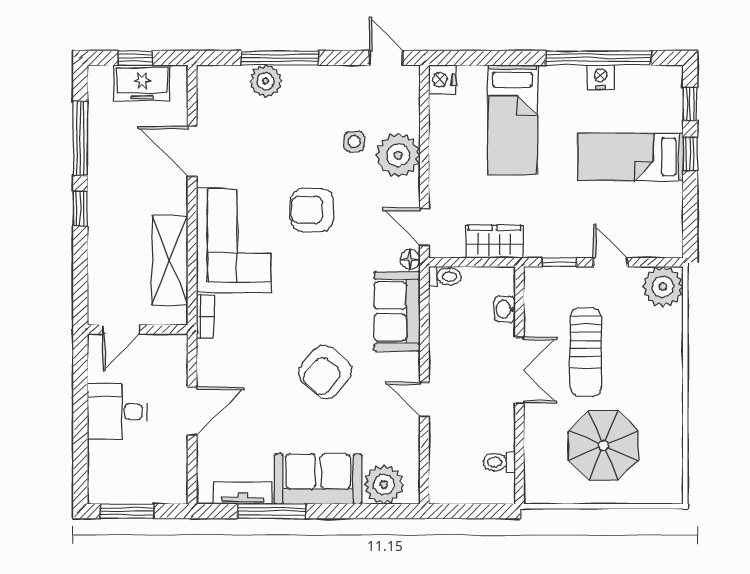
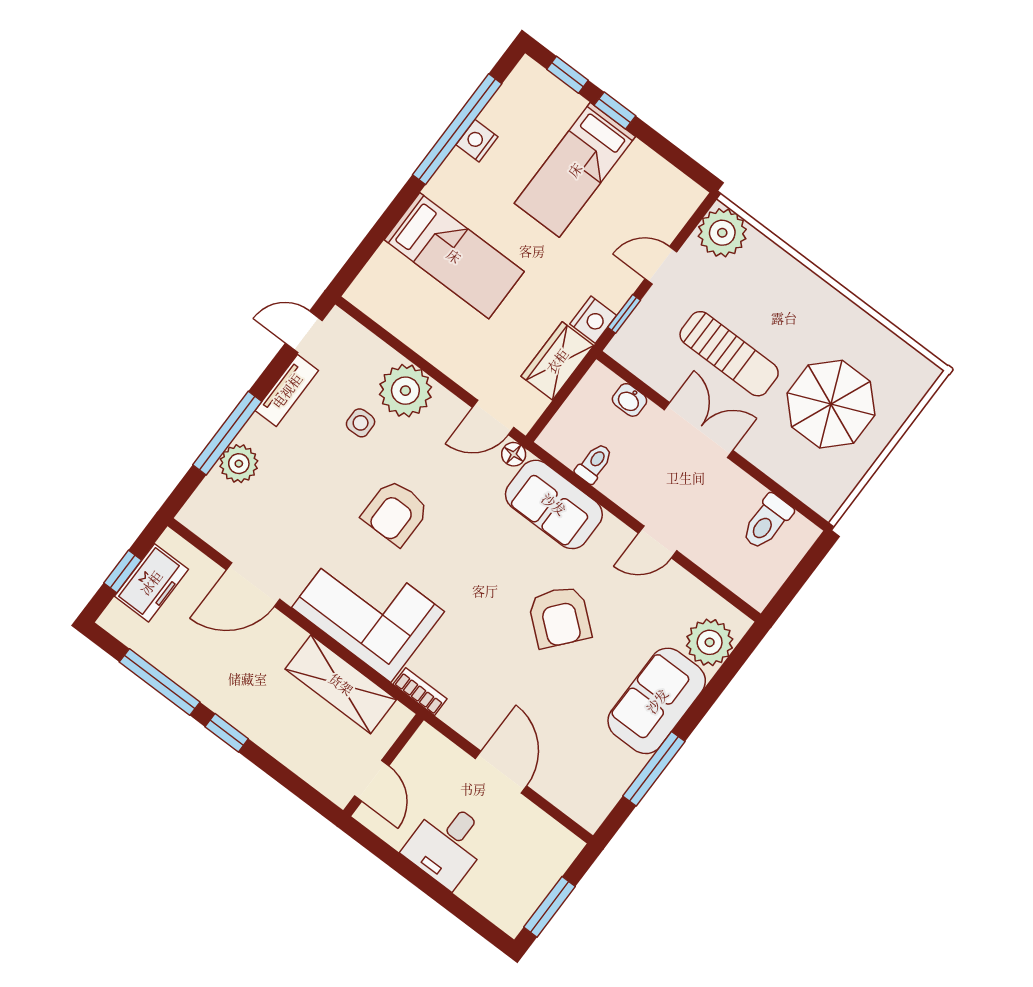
nightstand: (442, 80) -> (593, 320), moved, turned -90
toilet: (445, 276) -> (594, 463), moved
toilet: (499, 462) -> (767, 522), width x1.37, depth x1.39
tv unit: (243, 493) -> (287, 391), moved, turned 180

